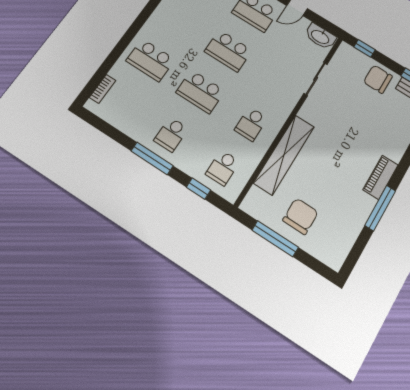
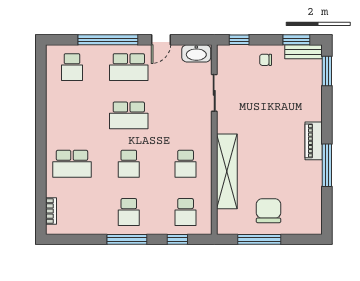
chair: (378, 79) -> (266, 60), width x0.54, depth x0.54
school desk: (200, 92) -> (129, 164), width x0.54

